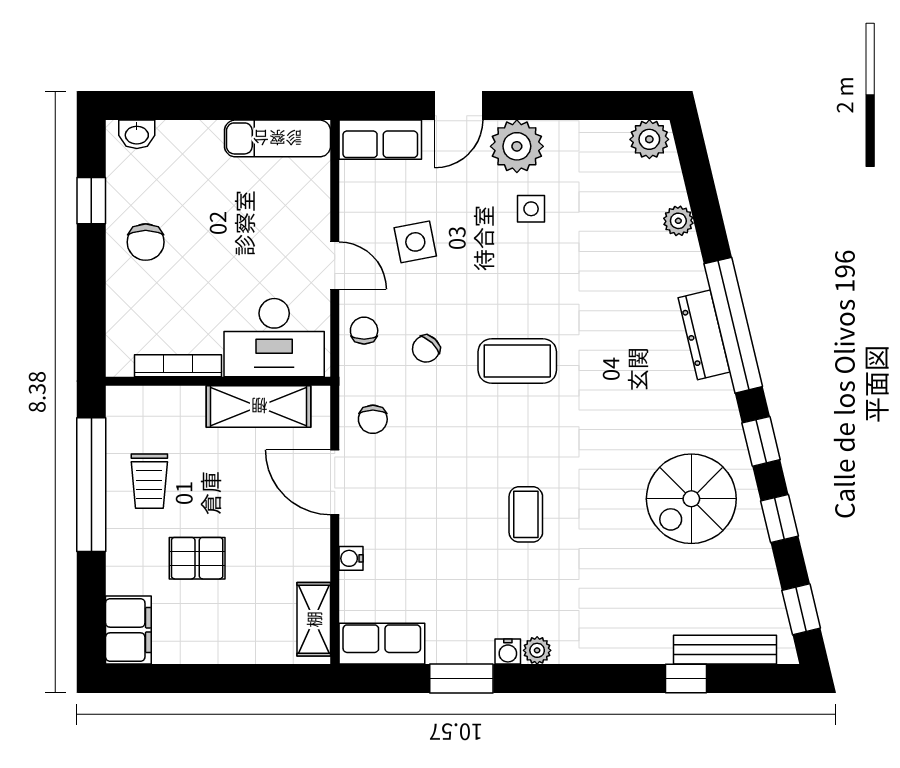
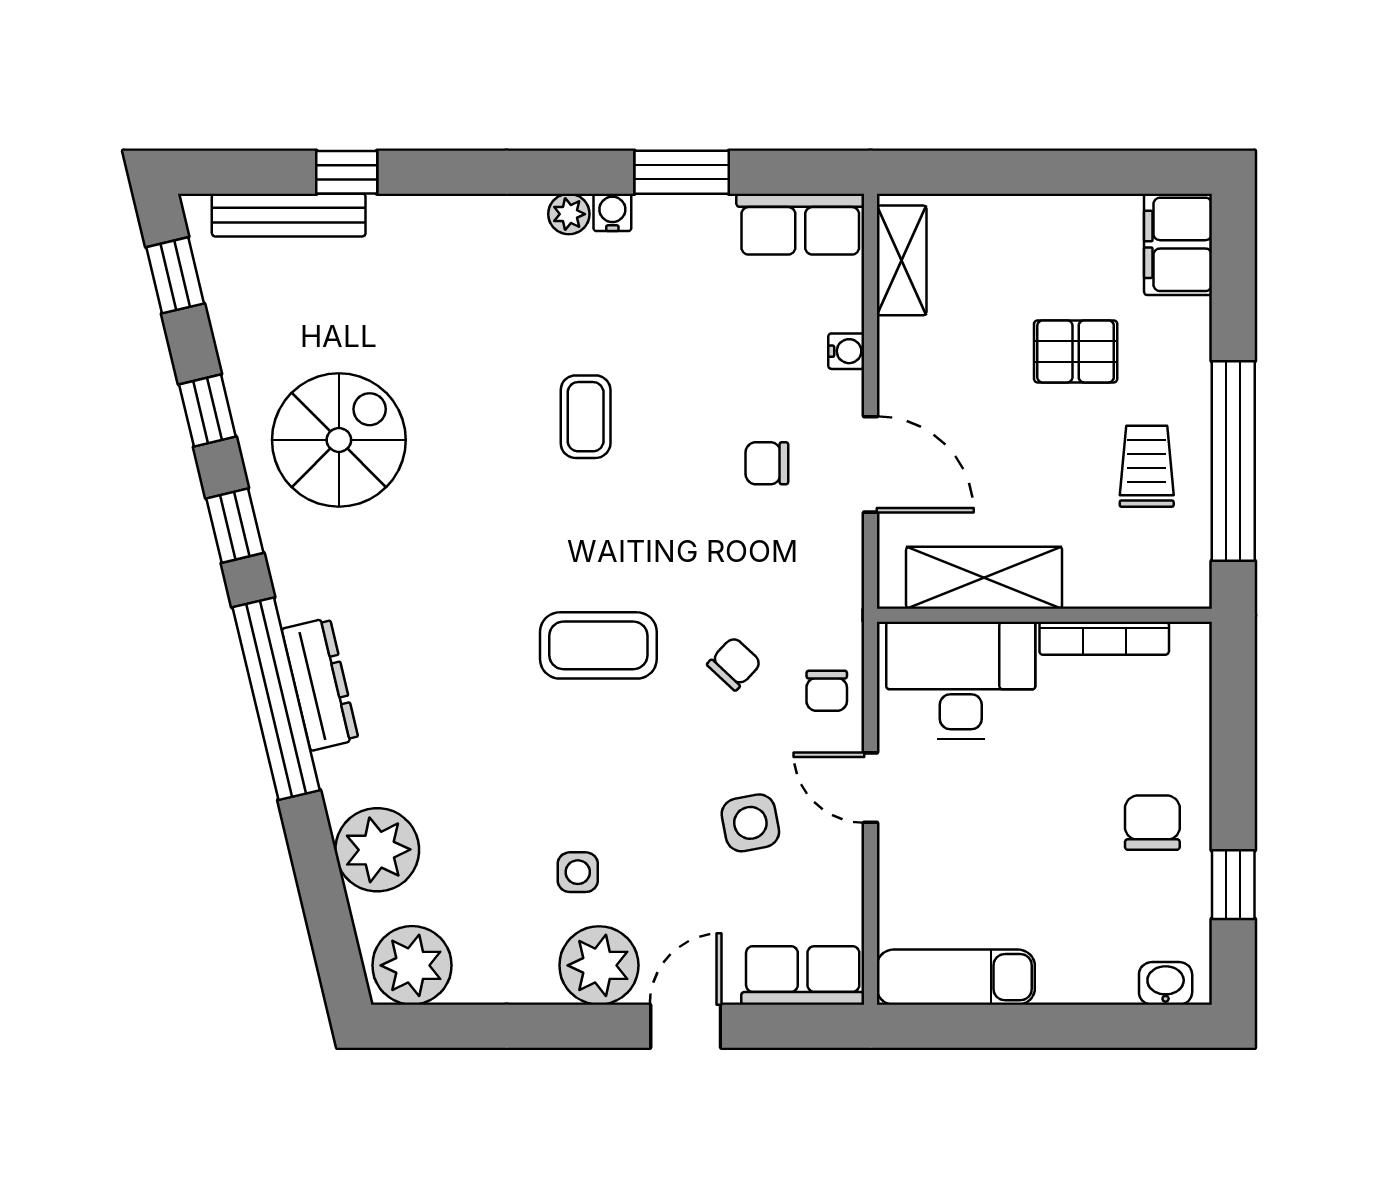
plant: (649, 139) -> (412, 965), width x1.36, depth x1.36
plant: (678, 221) -> (377, 850), width x1.87, depth x1.87
chair: (373, 419) -> (767, 463), moved, turned -90

